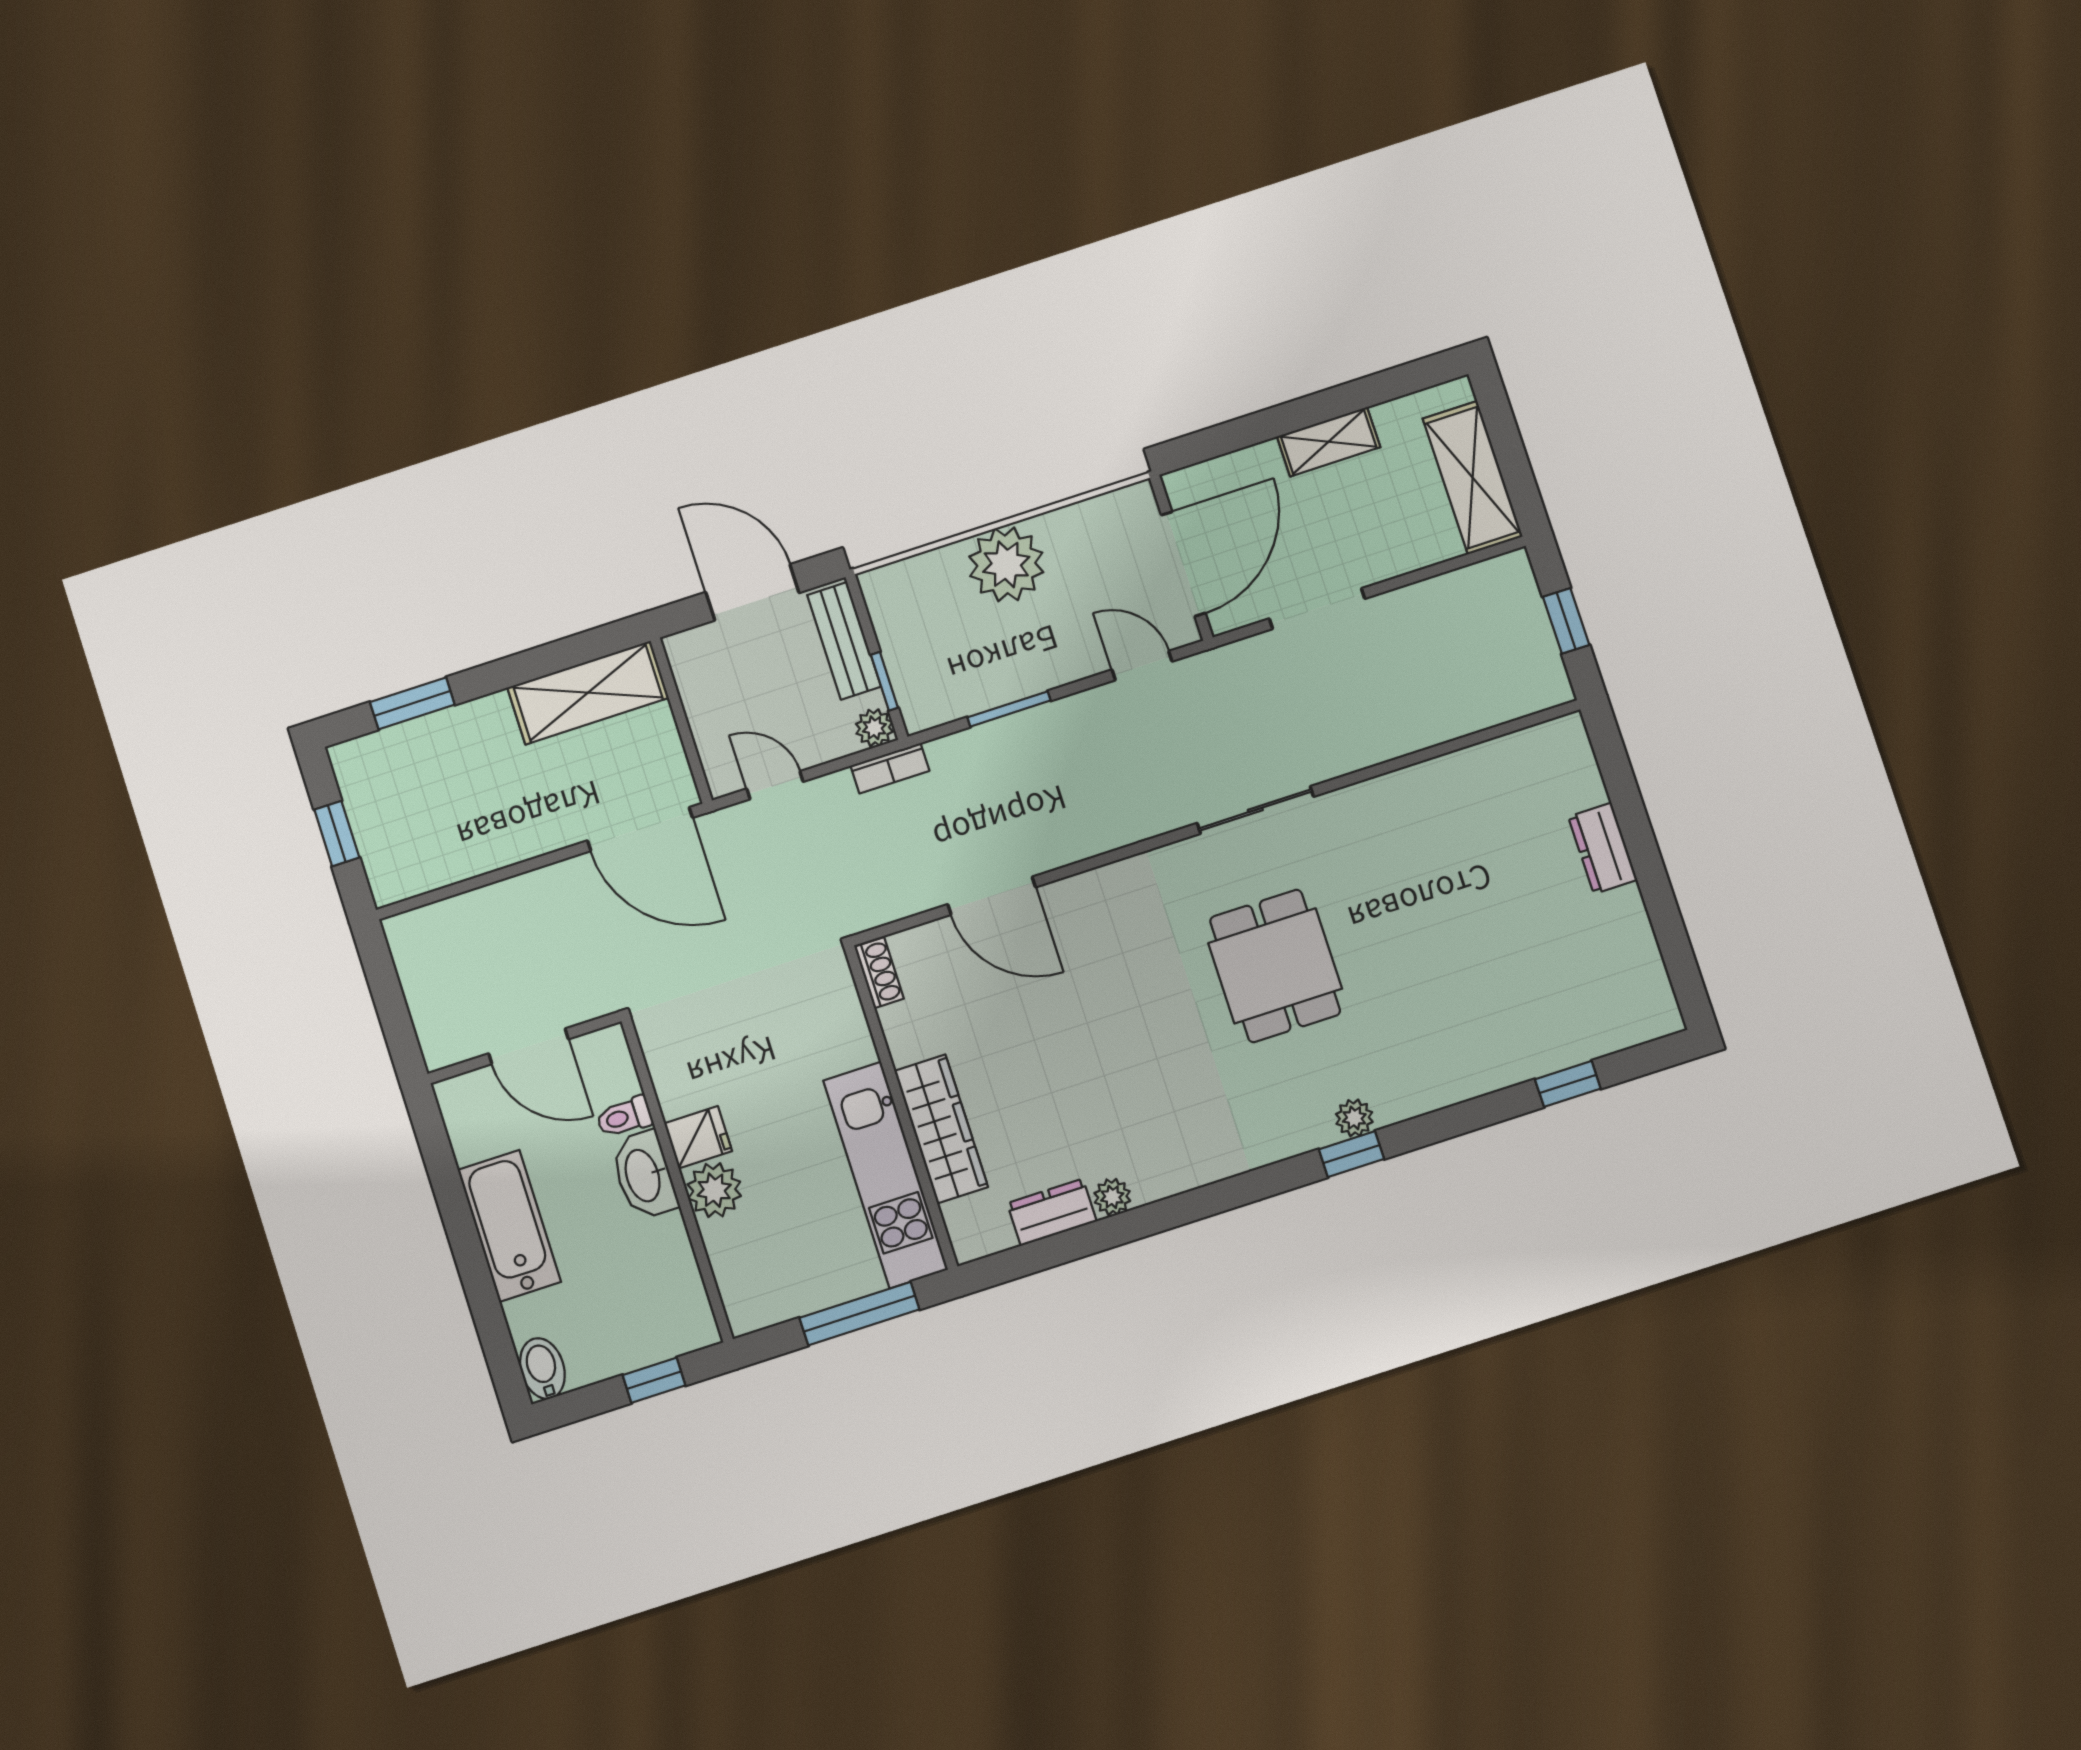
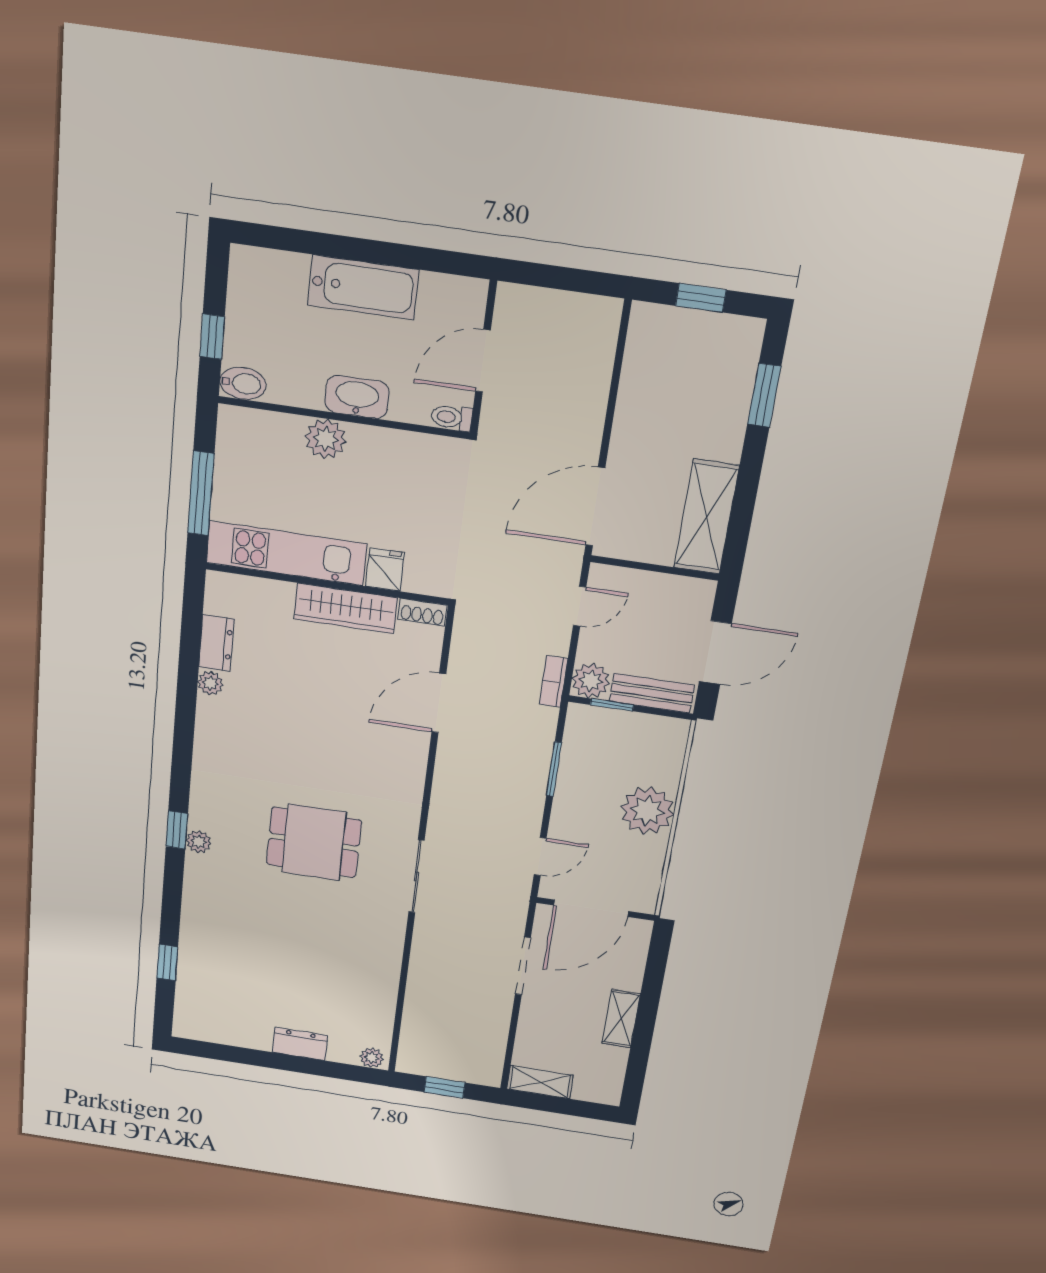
shelving: (1473, 478) -> (540, 1082), width x0.67, depth x0.75
door: (1183, 564) -> (591, 908), hinge flipped
plant: (874, 728) -> (591, 681), width x1.38, depth x1.38
plant: (1572, 741) -> (372, 1058), added
toilet: (624, 1117) -> (452, 417), moved, turned -90
wardrobe: (941, 1129) -> (346, 608), moved
fridge: (698, 1137) -> (385, 569), moved, turned 180
bidet: (542, 1369) -> (243, 383), moved

